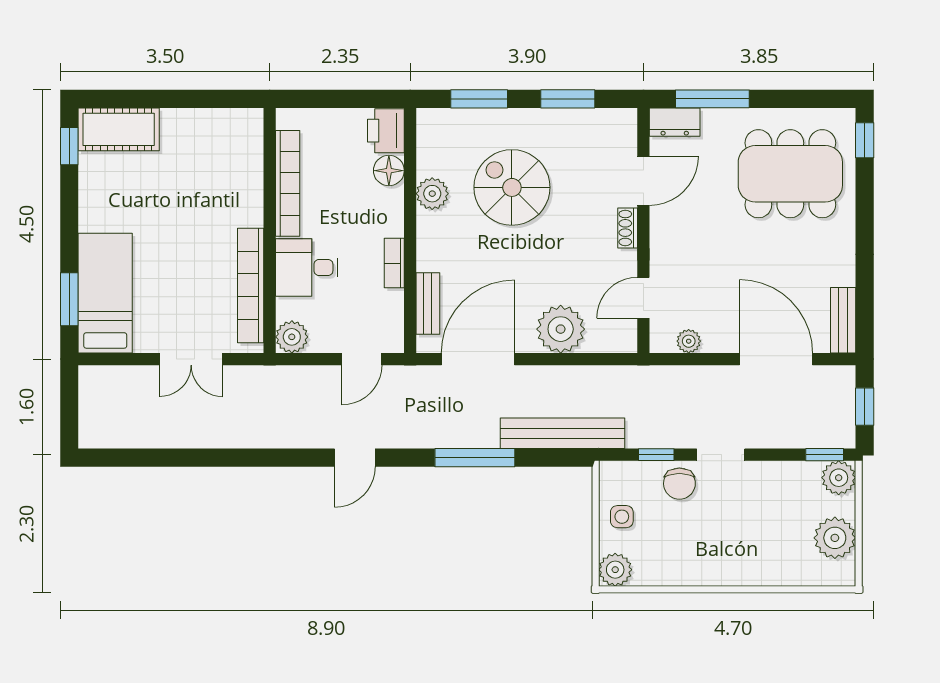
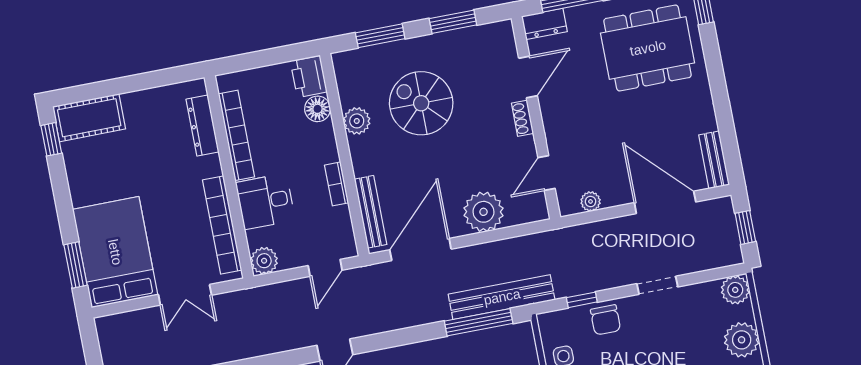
dresser: (250, 164) -> (203, 126), added
bed: (105, 293) -> (115, 252), width x1.50
bench: (428, 304) -> (371, 212), width x1.36
doorway: (721, 455) -> (657, 285), moved
window: (825, 455) -> (720, 273), removed
window: (475, 458) -> (479, 322), moved

